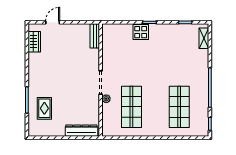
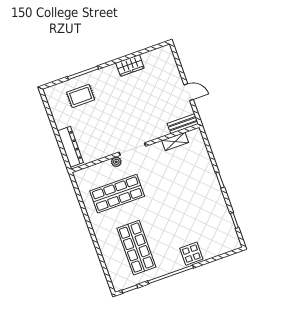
door: (53, 22) -> (189, 92), moved
display table: (141, 32) -> (191, 254), moved
shelving: (204, 38) -> (175, 141), moved
wardrobe: (34, 42) -> (130, 65), moved
shop shelf: (179, 107) -> (136, 248), turned 90

